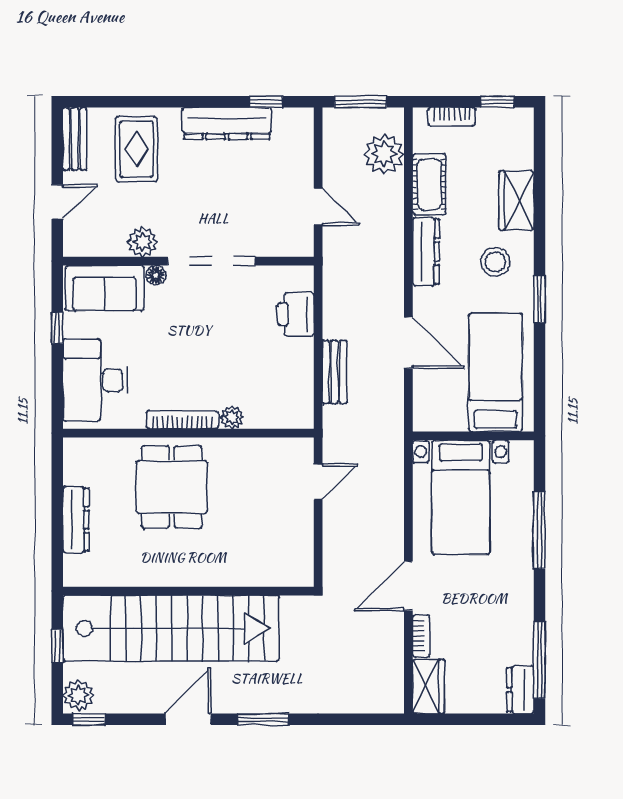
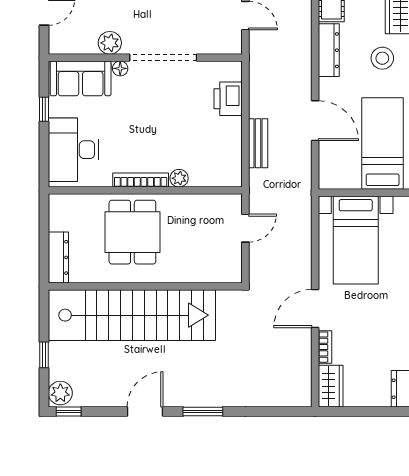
wall: (188, 591) -> (145, 286), moved
stairs: (171, 628) -> (132, 315), moved

